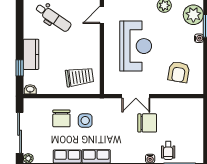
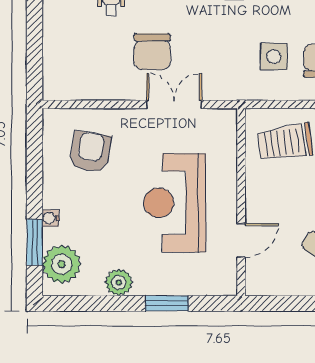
door: (102, 15) -> (241, 240), moved
chair: (147, 123) -> (152, 52), turned -90

